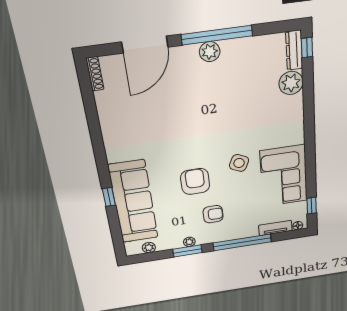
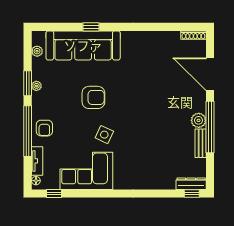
bench: (240, 45) -> (201, 143), added
plant: (291, 83) -> (166, 180), removed
armchair: (213, 214) -> (44, 128), moved

